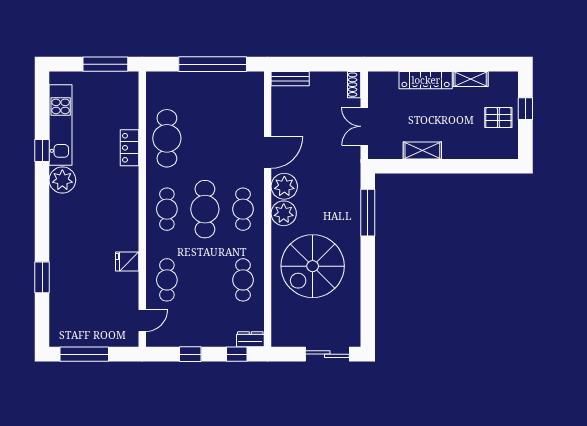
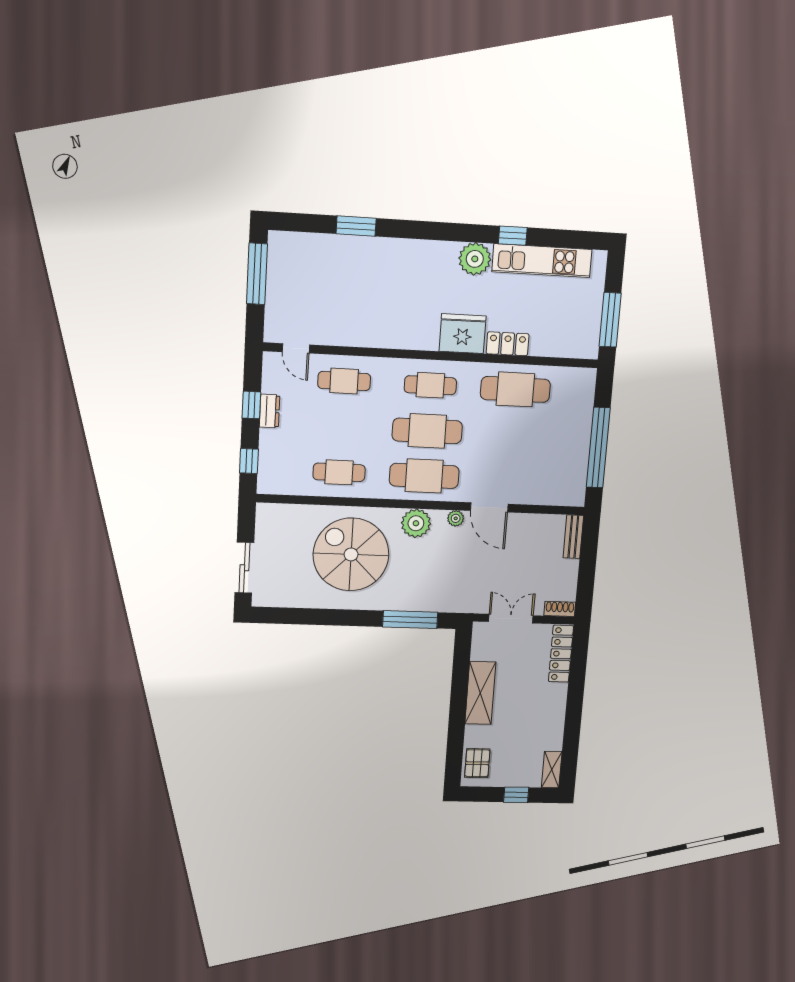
shelving: (471, 79) -> (552, 770), moved
locker: (426, 80) -> (561, 654), moved
pallet: (498, 118) -> (477, 763), moved
shelving: (422, 150) -> (480, 693), width x1.50, depth x1.33
plant: (284, 186) -> (456, 518), width x0.53, depth x0.53
cafe table: (243, 209) -> (424, 476), width x1.37, depth x1.35
fridge: (127, 261) -> (463, 334), moved, width x1.88, depth x1.34
dresser: (250, 339) -> (270, 411), moved

